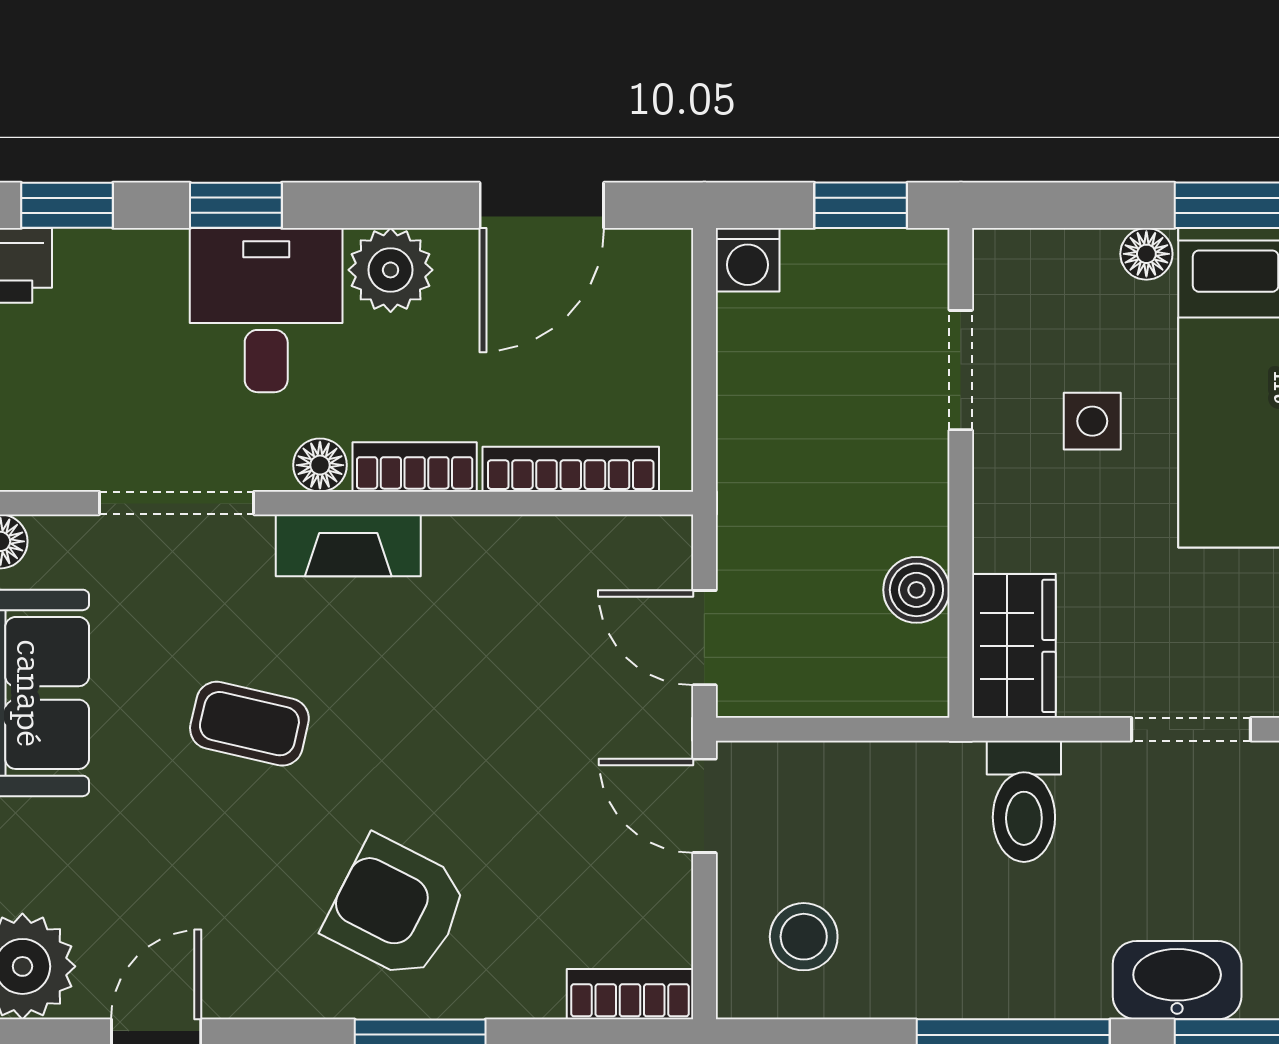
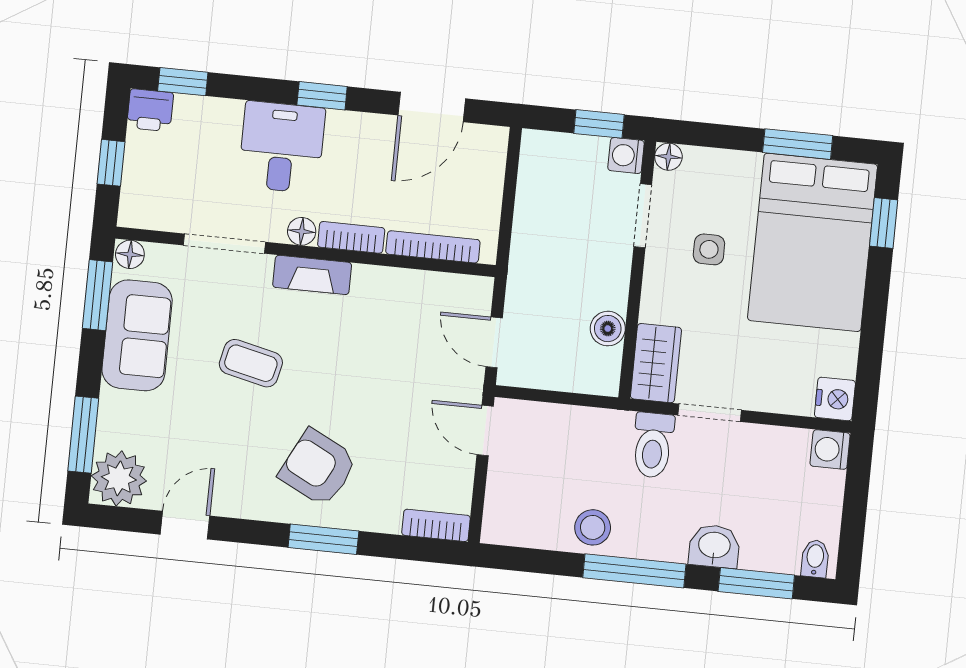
window: (236, 205) -> (322, 96), moved
floor lamp: (1146, 254) -> (668, 157), moved
washing machine: (748, 260) -> (626, 155), moved, turned 90
plant: (391, 270) -> (349, 133), removed
doorway: (1191, 729) -> (710, 413), moved
stool: (804, 937) -> (593, 527), moved
washbasin: (1177, 980) -> (714, 546), width x0.72

